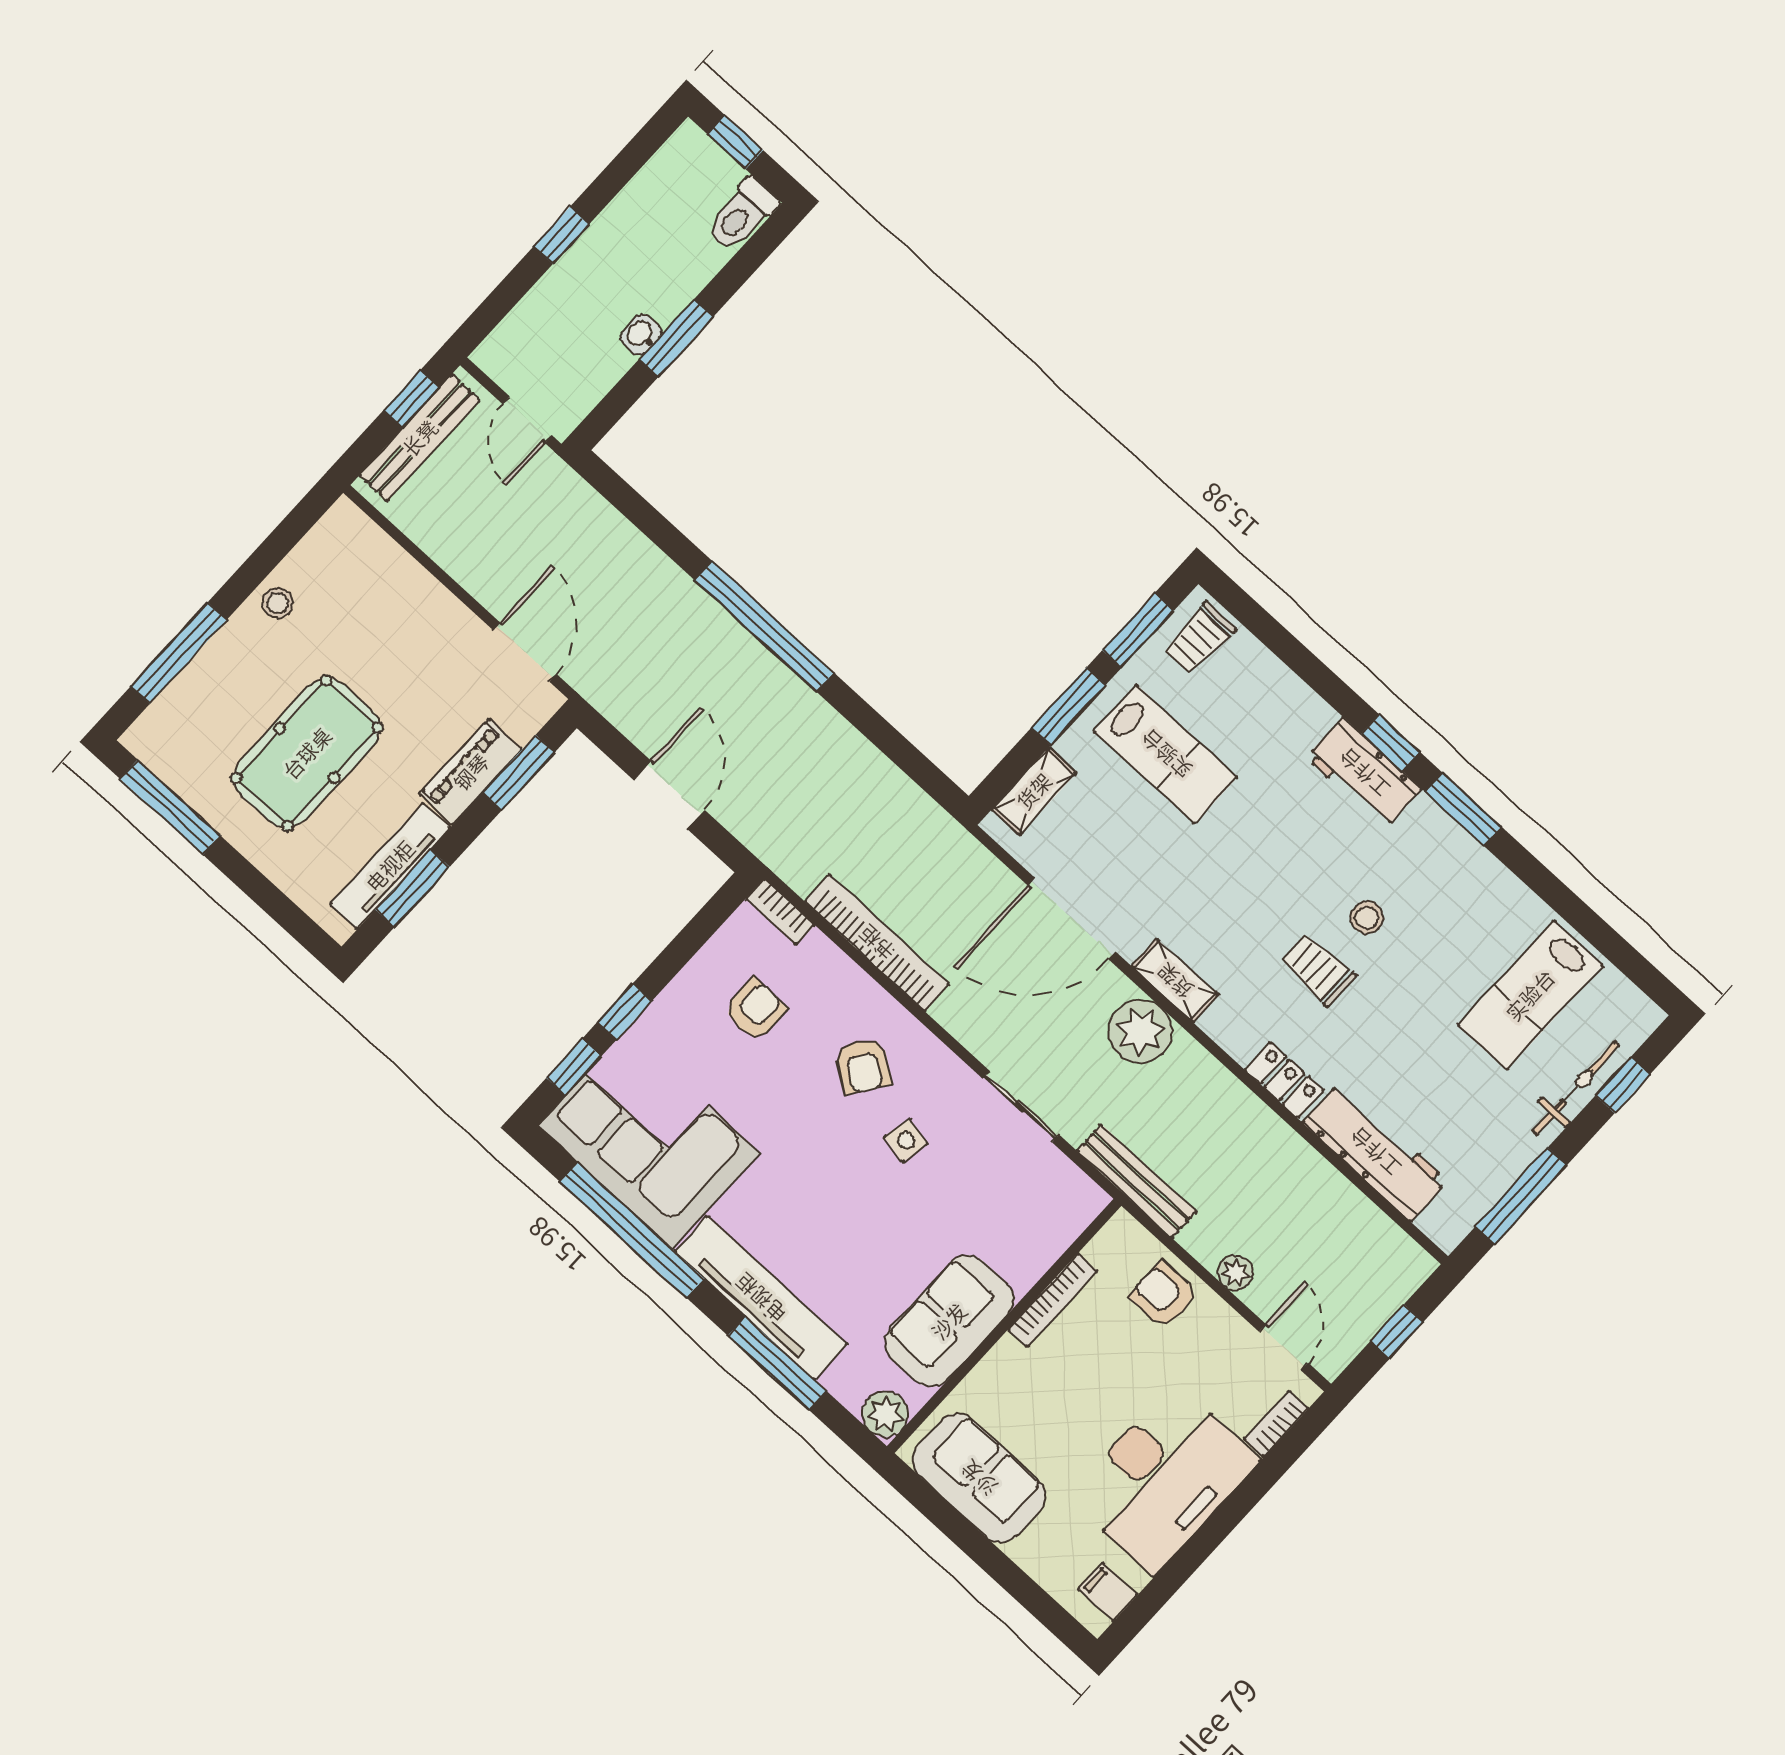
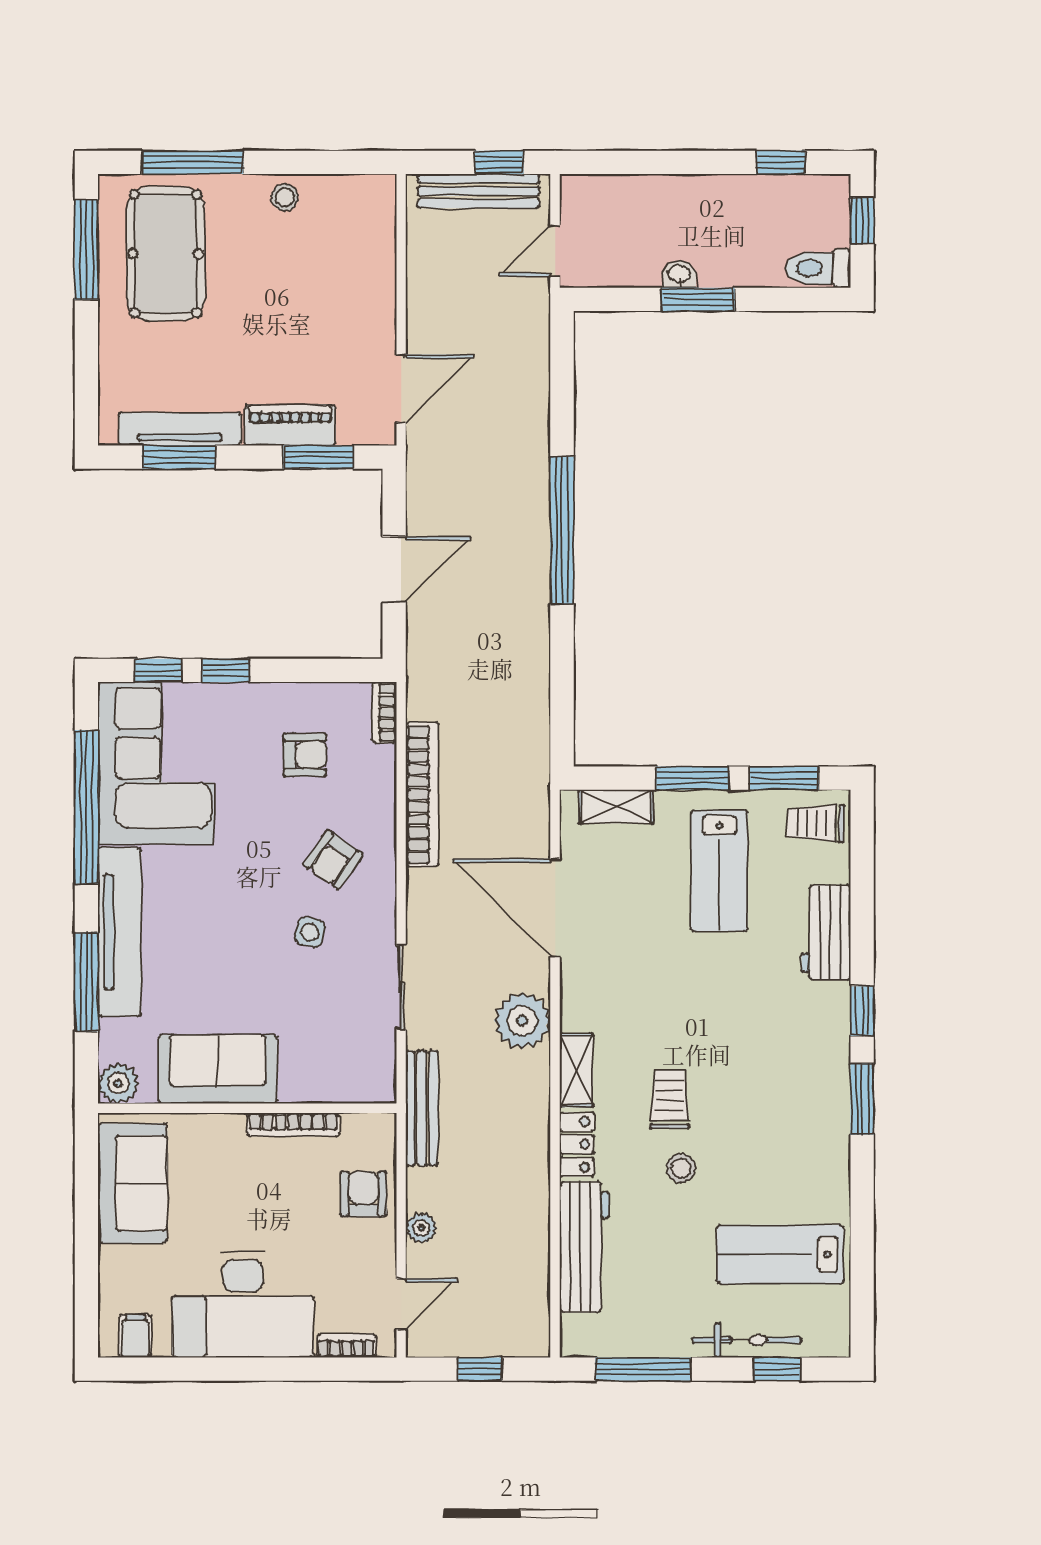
window: (562, 235) -> (781, 162), moved
pool table: (307, 753) -> (166, 254), moved, turned 90
workbench: (1364, 773) -> (826, 932), moved
stool: (1367, 918) -> (681, 1168), moved
shelving: (1175, 981) -> (576, 1070), moved

